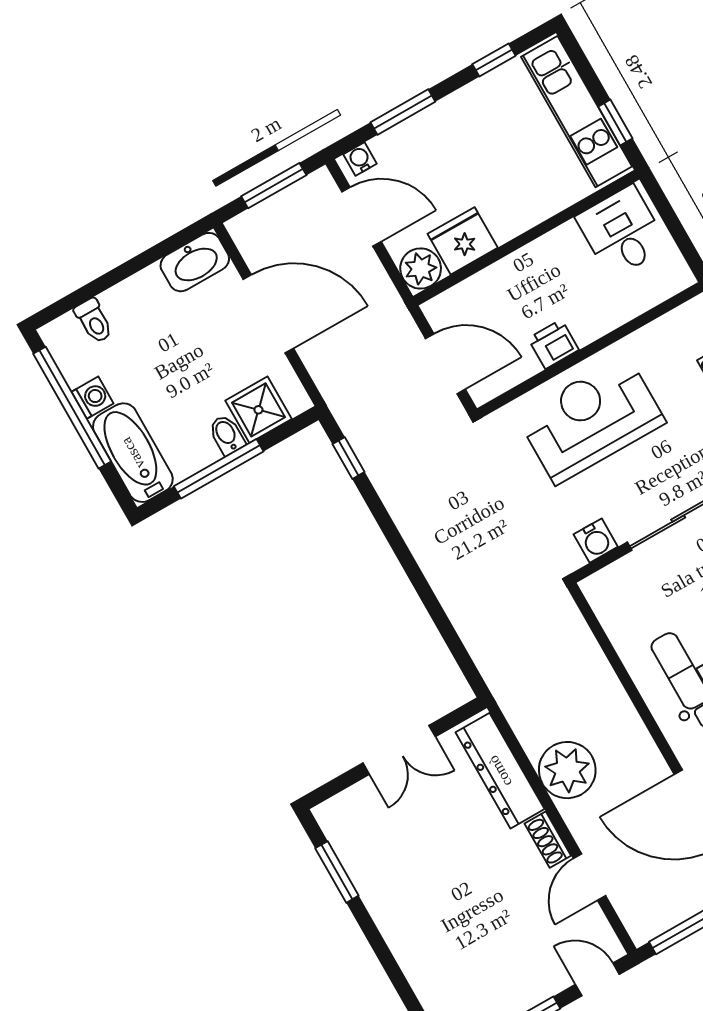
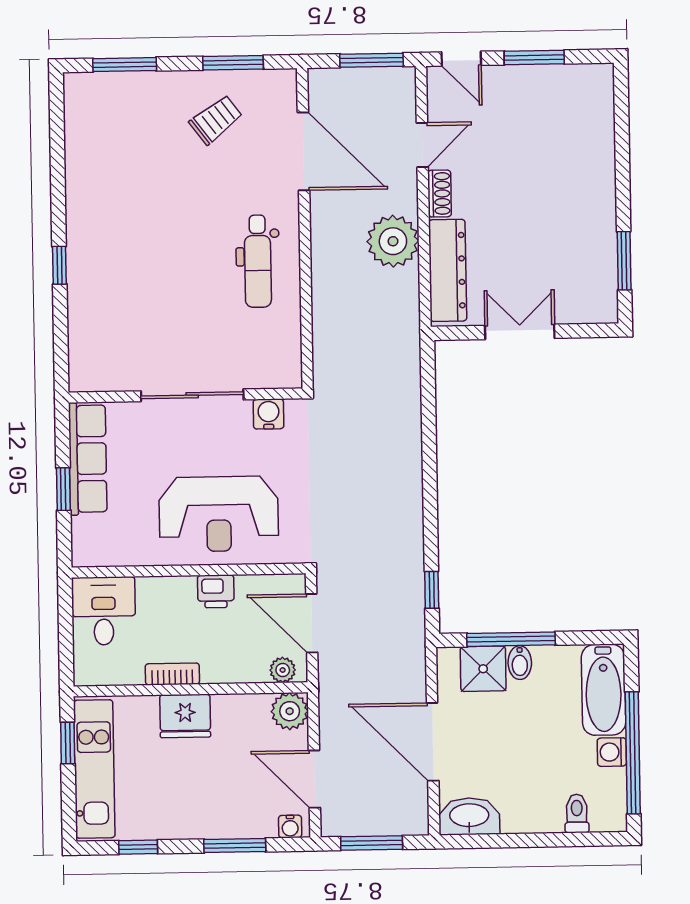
desk: (622, 232) -> (104, 611), moved, turned 180
fridge: (463, 241) -> (185, 716), moved
bookcase: (552, 243) -> (172, 674), added
plant: (449, 304) -> (283, 670), added
window: (219, 469) -> (511, 639), moved

